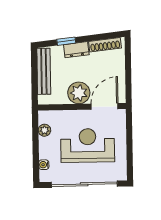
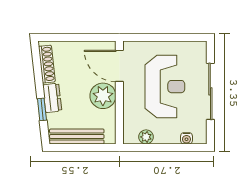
reception desk: (88, 145) -> (165, 87), turned 180
sliding door: (84, 184) -> (210, 91), width x0.73

